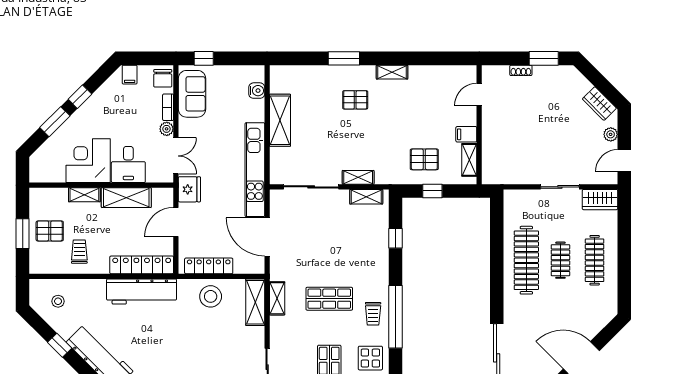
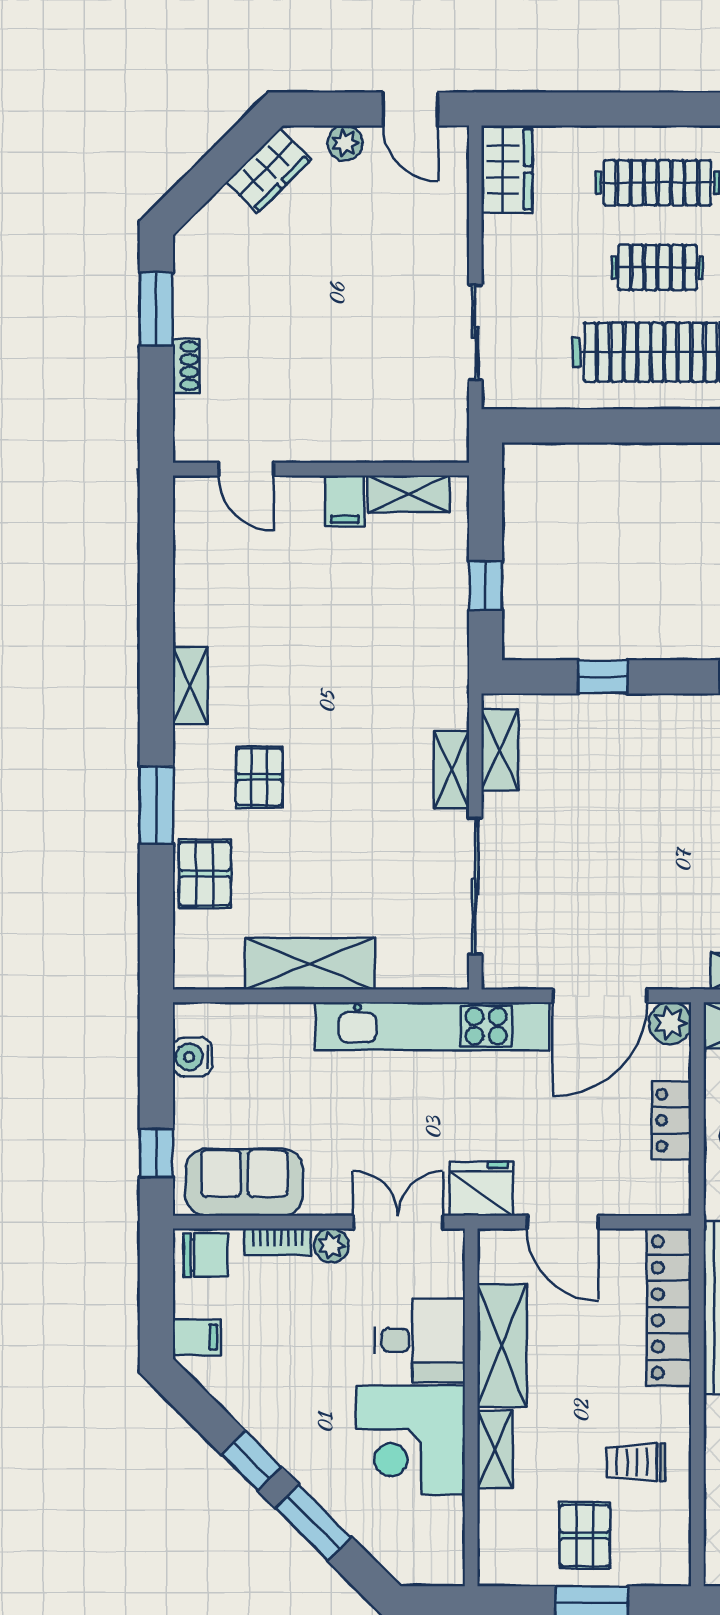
water cooler: (257, 91) -> (192, 1057), moved, turned -90
pallet: (424, 159) -> (205, 874), moved
sliding door: (560, 187) -> (475, 332), moved
plant: (256, 265) -> (670, 1023), added
locker: (209, 266) -> (672, 1120), width x0.66

